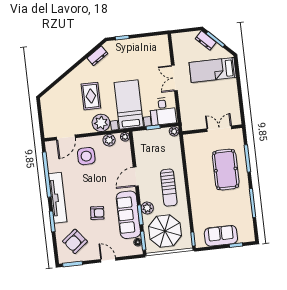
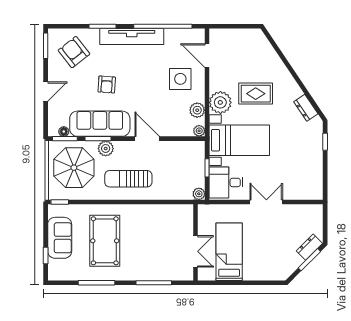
bed: (213, 70) -> (229, 252), moved
pool table: (226, 170) -> (105, 241), moved, turned 90

